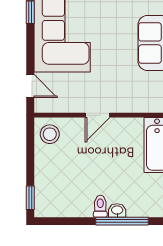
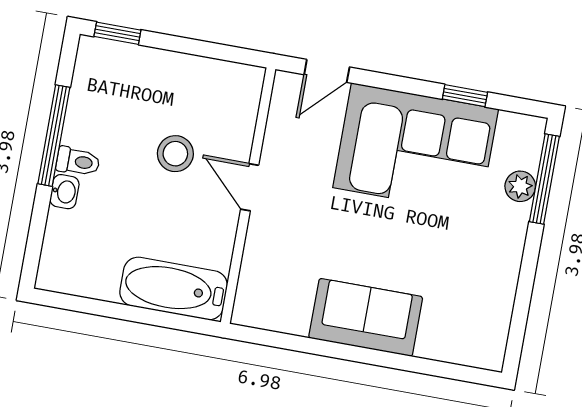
stool: (50, 134) -> (175, 154), moved
window: (122, 221) -> (54, 136), moved

